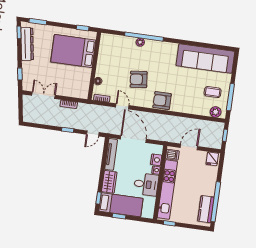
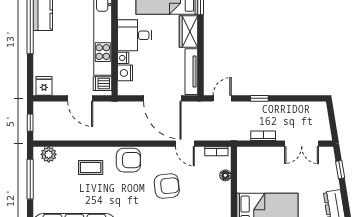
coffee table: (213, 92) -> (91, 167), moved
door: (189, 147) -> (80, 98), hinge flipped

